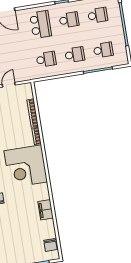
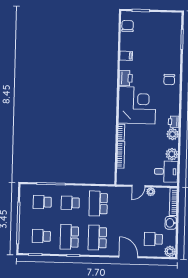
school desk: (69, 20) -> (69, 237), width x1.85
school desk: (46, 59) -> (98, 204), width x1.85
printer: (42, 192) -> (126, 78), added
filing cabinet: (46, 210) -> (126, 56), width x0.50

